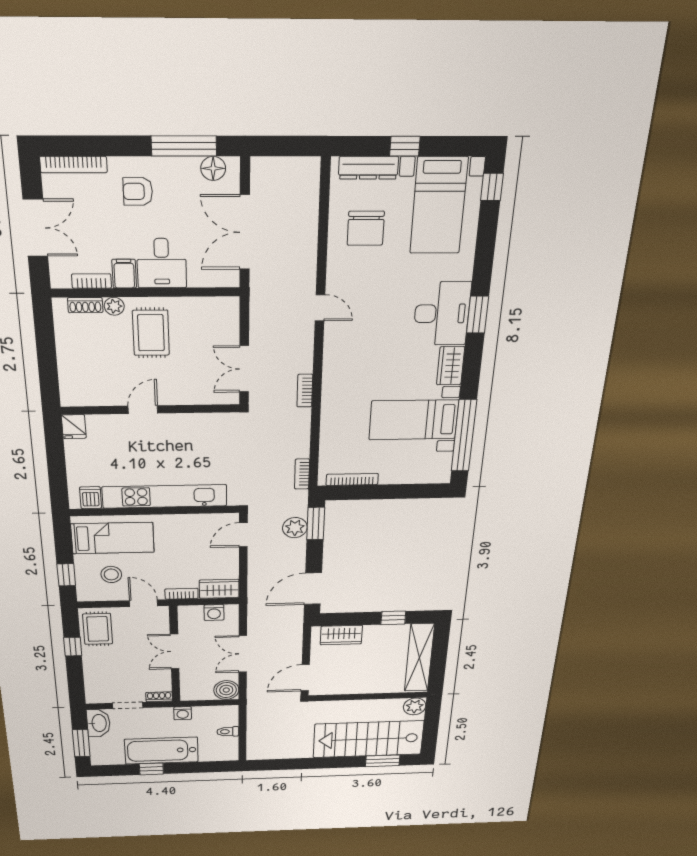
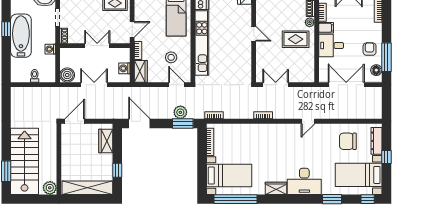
armchair: (138, 191) -> (370, 49), moved
window: (478, 315) -> (332, 199), moved
bed with nightstands: (414, 420) -> (229, 176), moved, turned 90
stool: (111, 574) -> (171, 57), moved
door: (305, 678) -> (75, 121), hinge flipped

